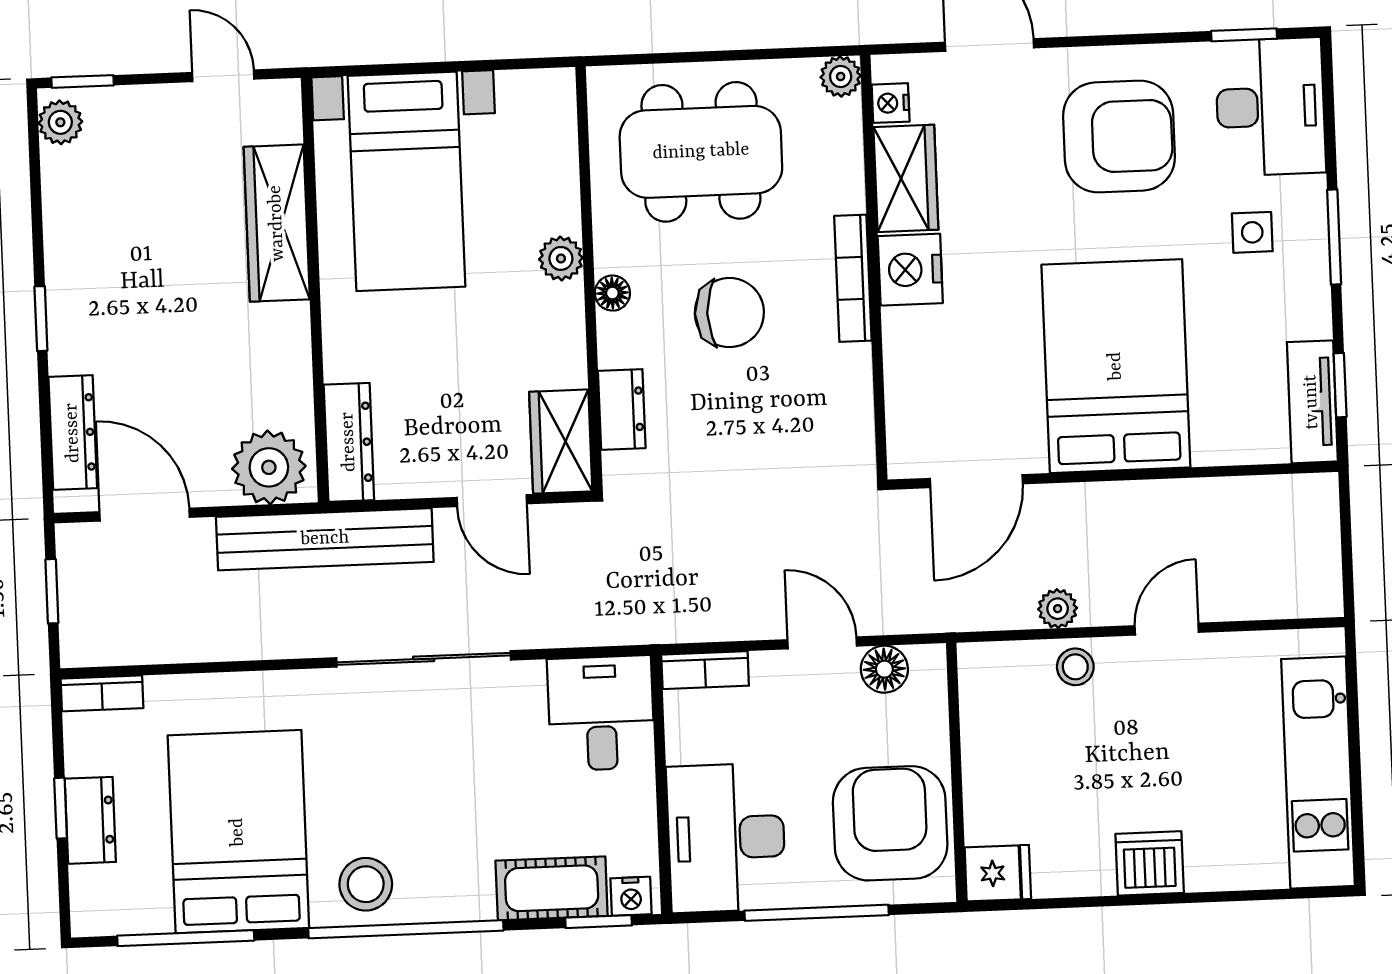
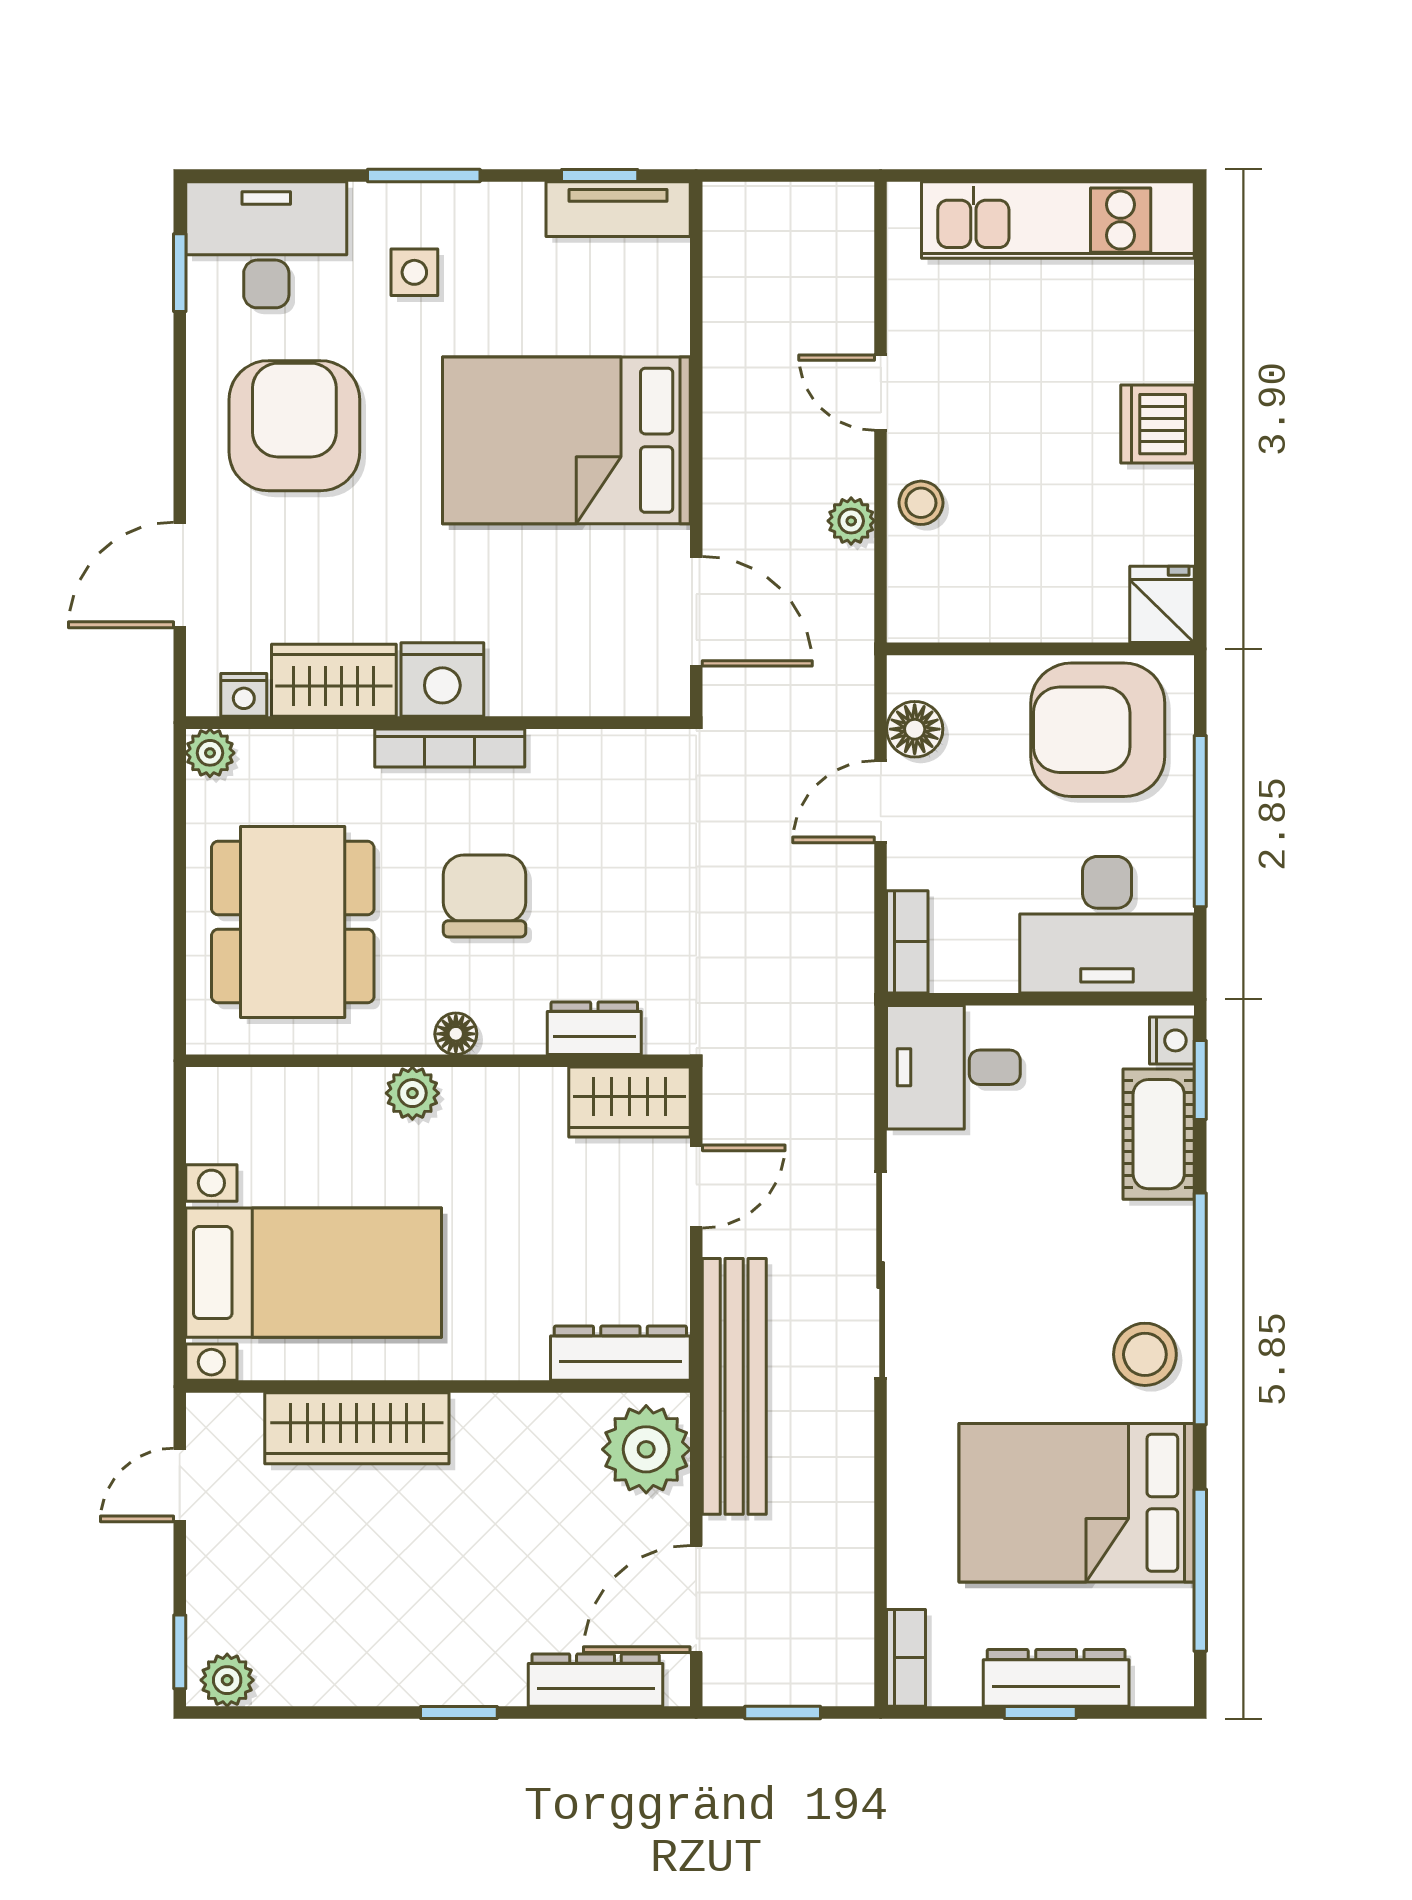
dresser: (90, 820) -> (1056, 1678), width x1.44

